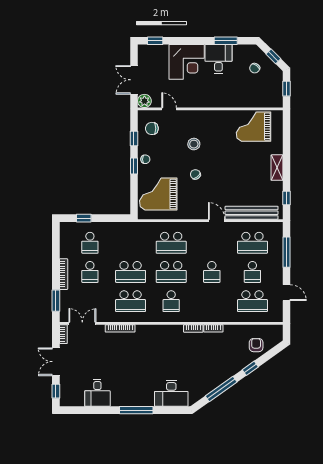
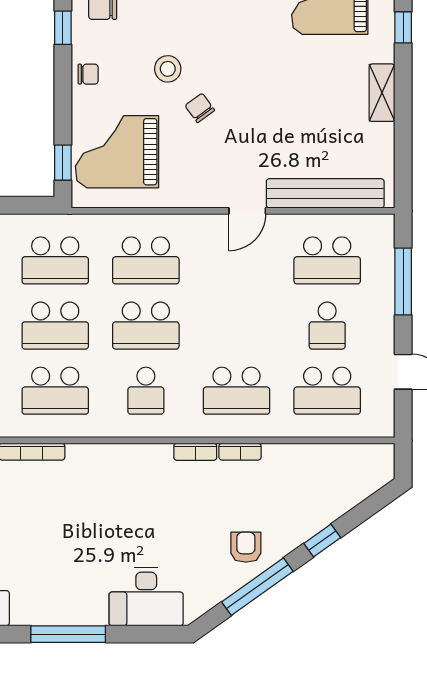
stool: (194, 144) -> (168, 69), moved
window: (134, 166) -> (63, 163), moved
window: (286, 198) -> (403, 27), moved
door: (217, 221) -> (247, 211), swing flipped
school desk: (131, 243) -> (55, 260), added
school desk: (212, 272) -> (237, 391), moved, width x1.85
armchair: (256, 345) -> (246, 547), moved

